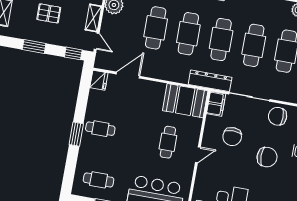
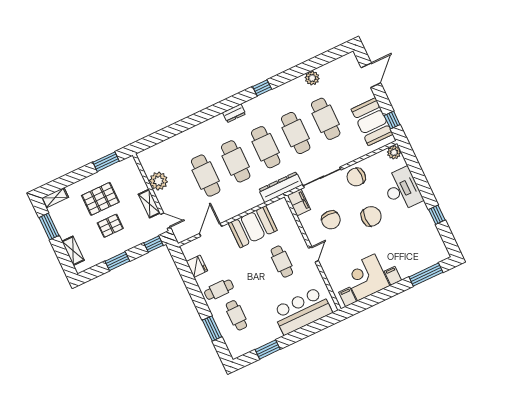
fridge: (99, 80) -> (197, 266), moved
booth: (185, 101) -> (253, 227), moved
window: (76, 134) -> (212, 328), moved
cafe table: (99, 180) -> (236, 315), moved, turned 90

